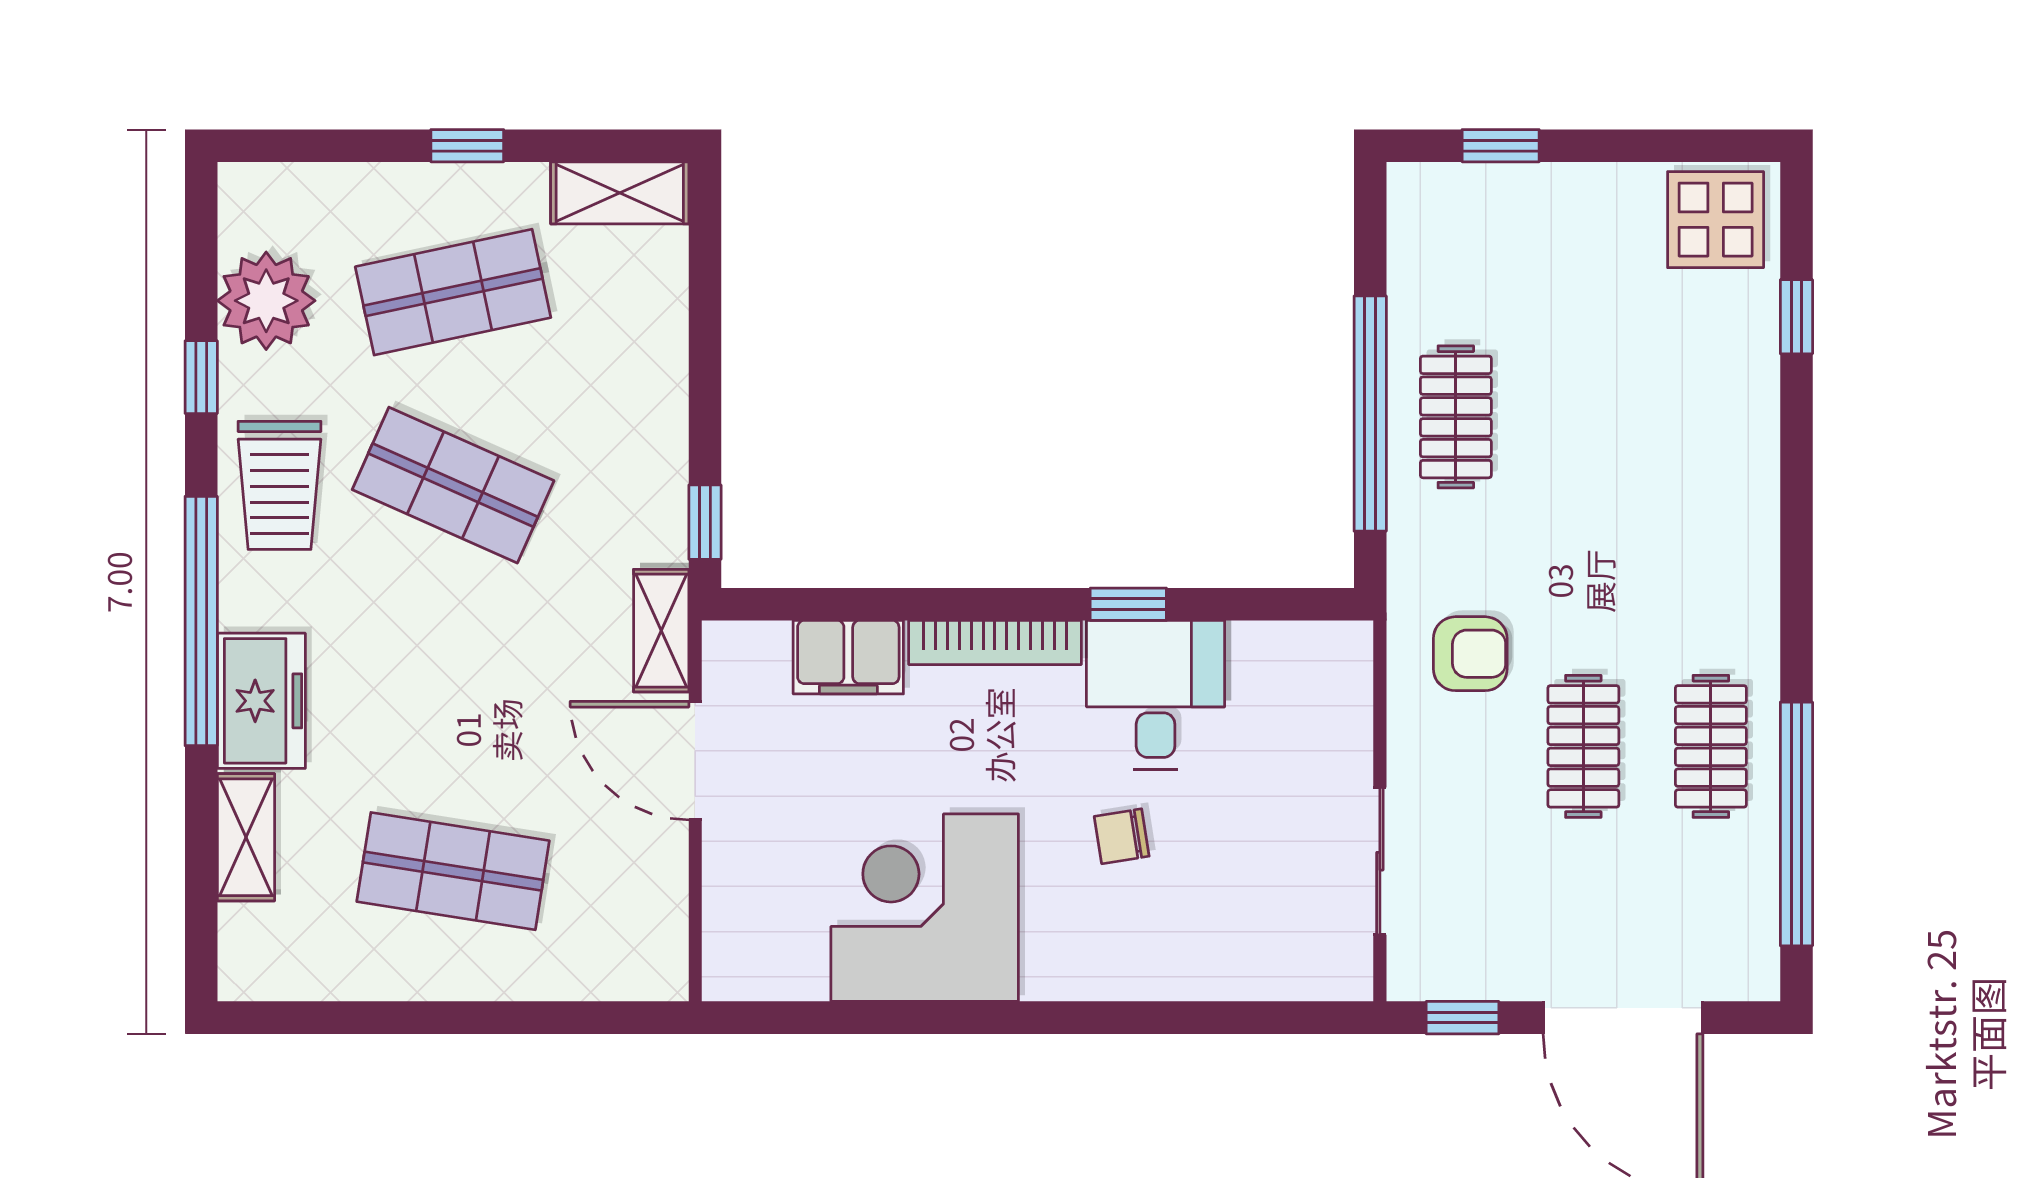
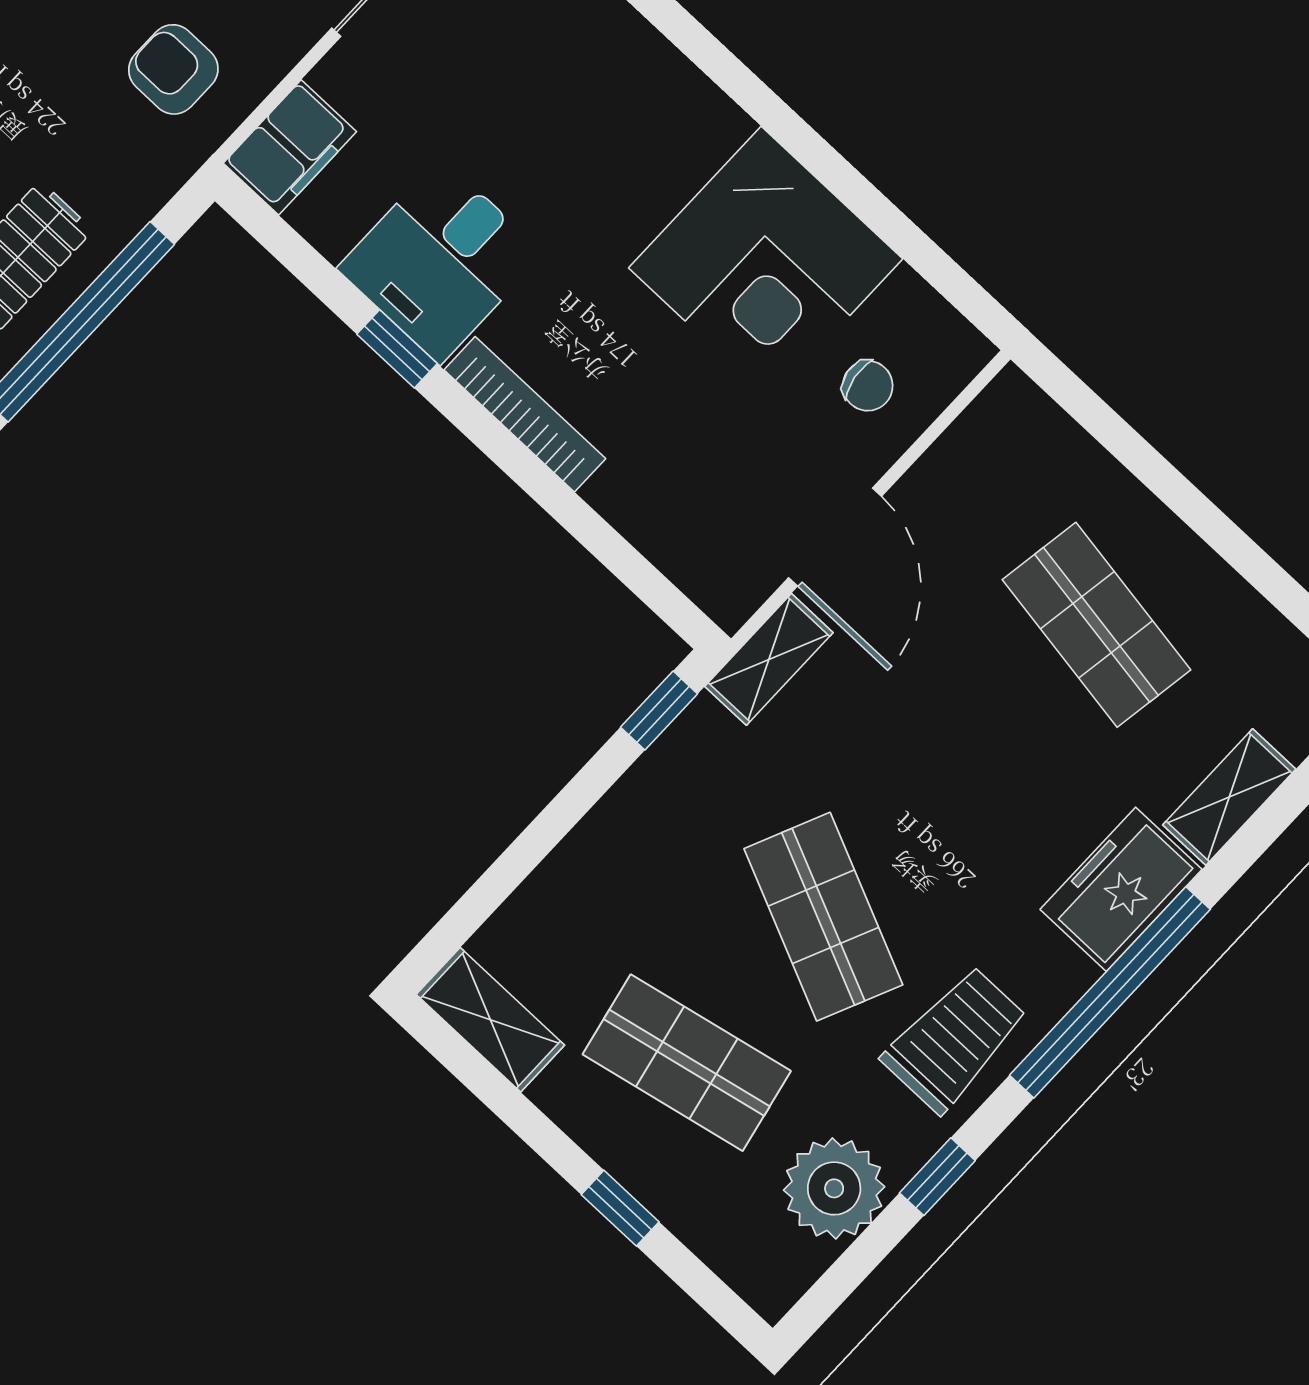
window: (467, 146) -> (620, 1208), moved
filing cabinet: (848, 657) -> (290, 147), moved, turned 90
chair: (1122, 836) -> (868, 386), moved

